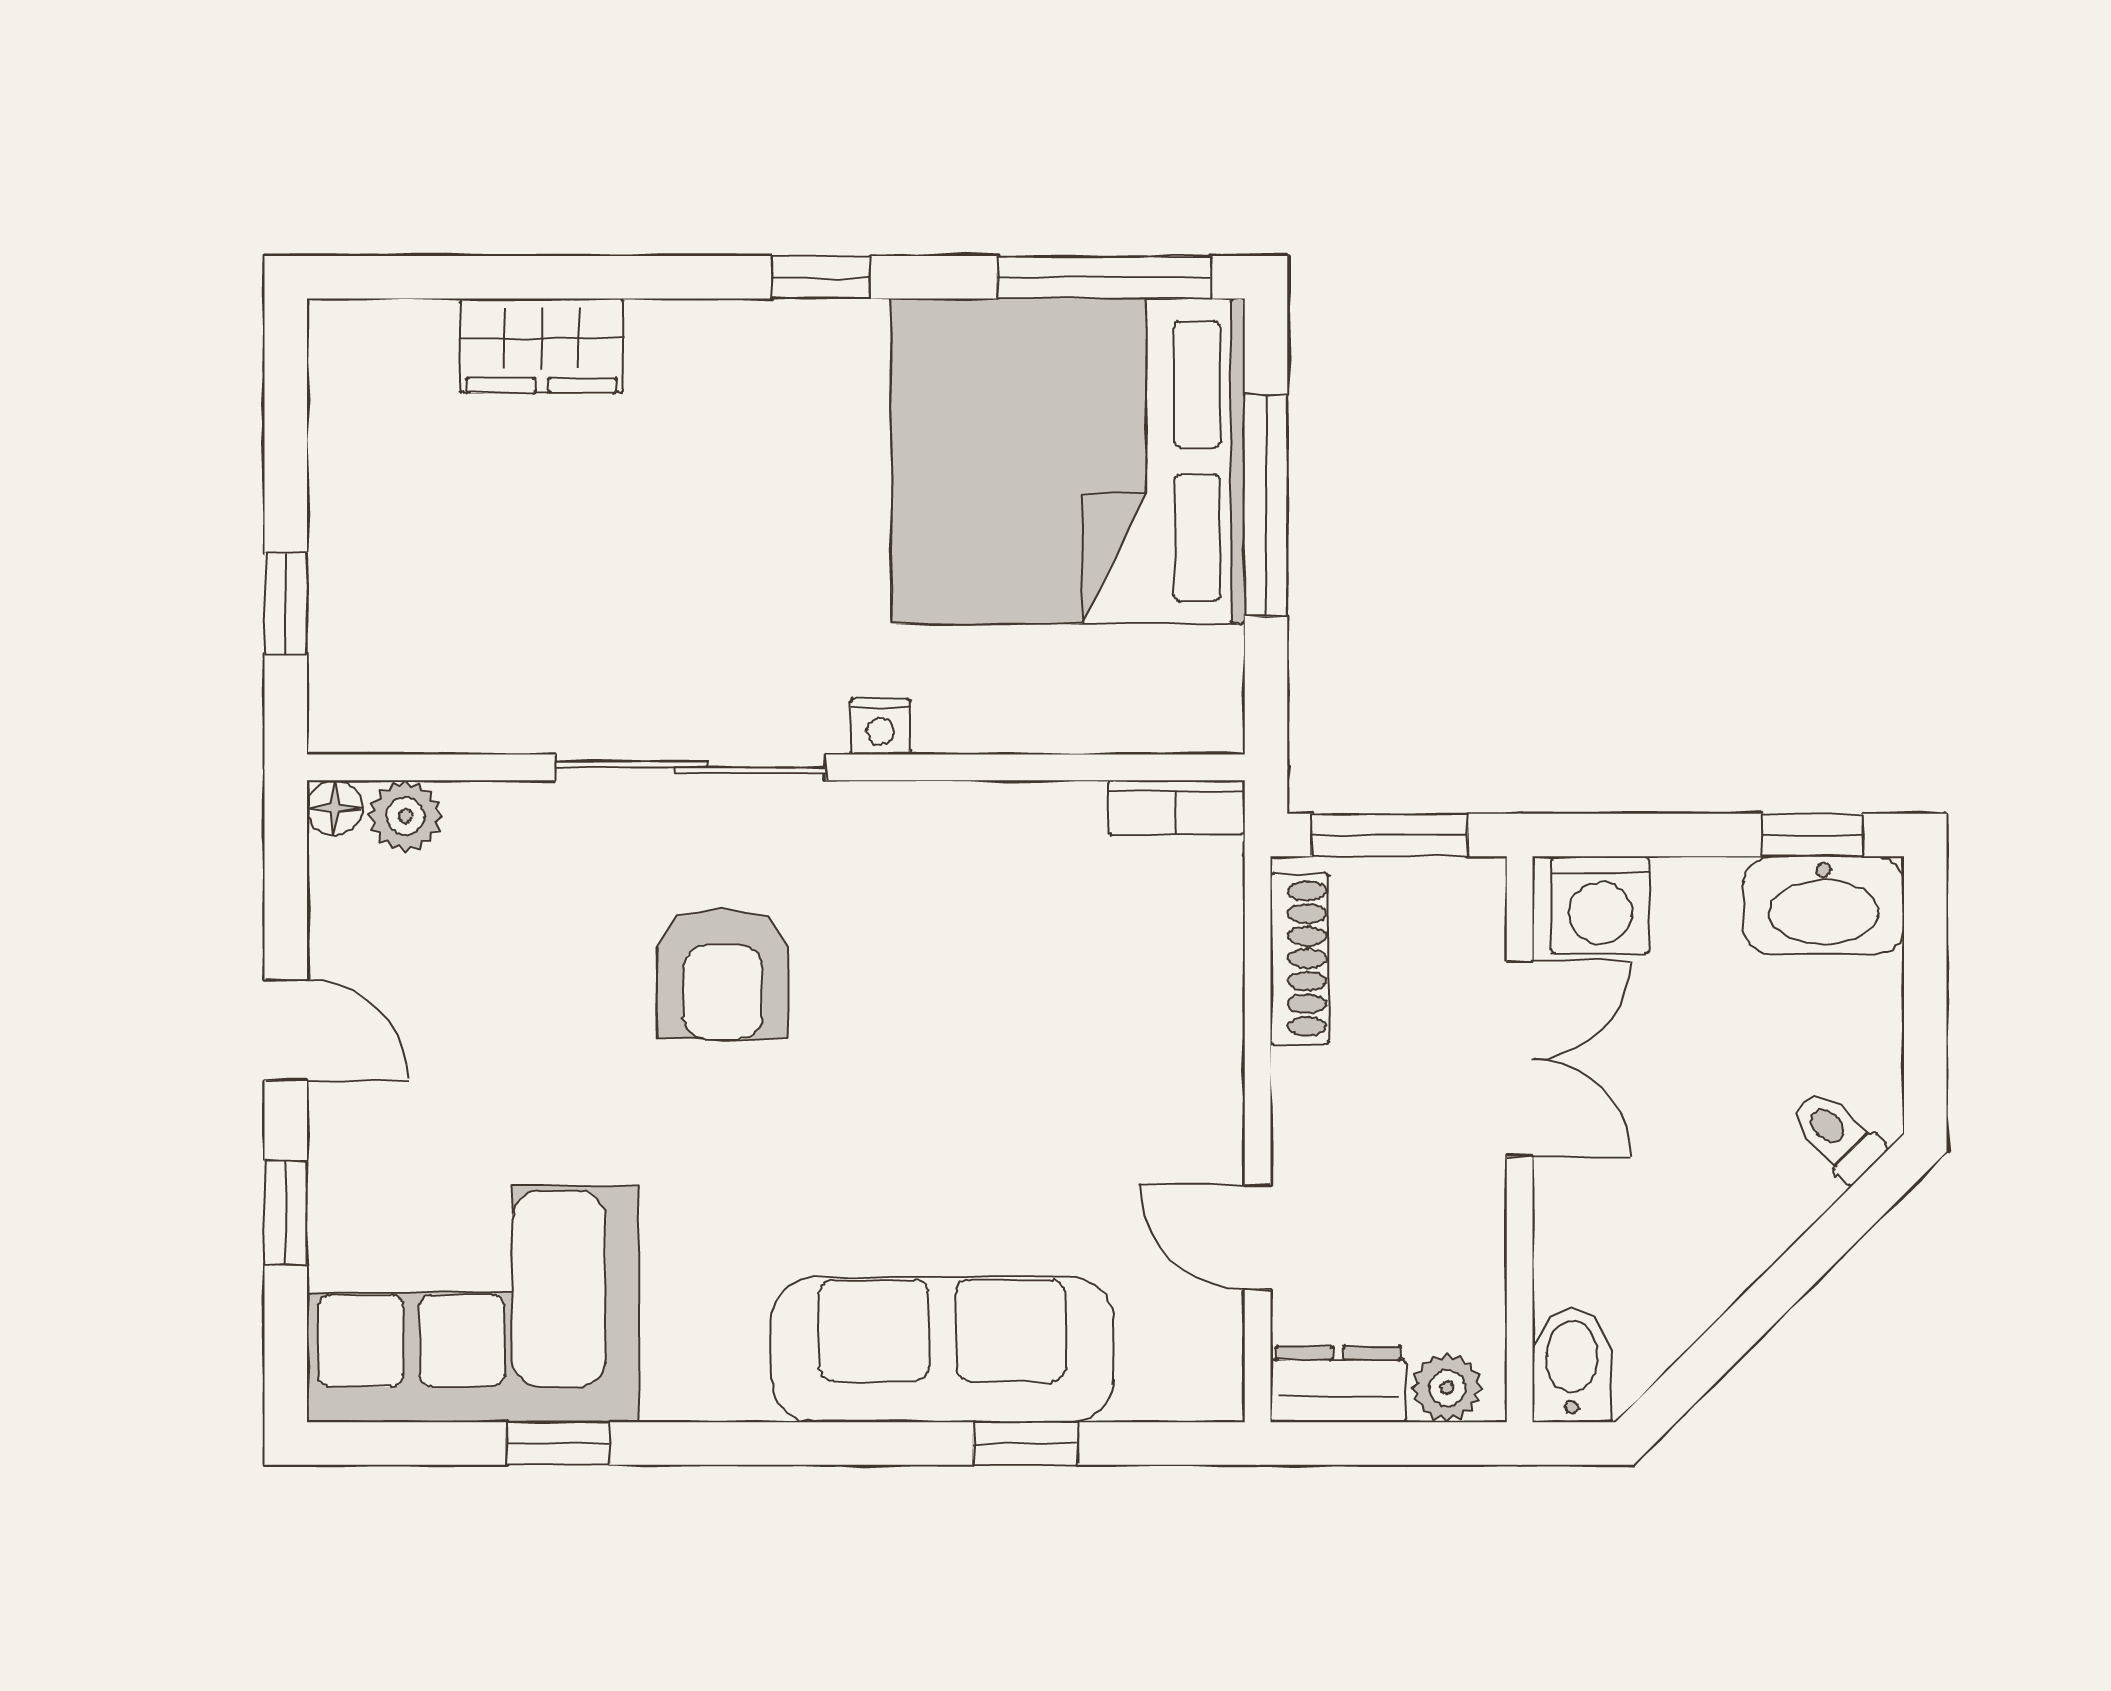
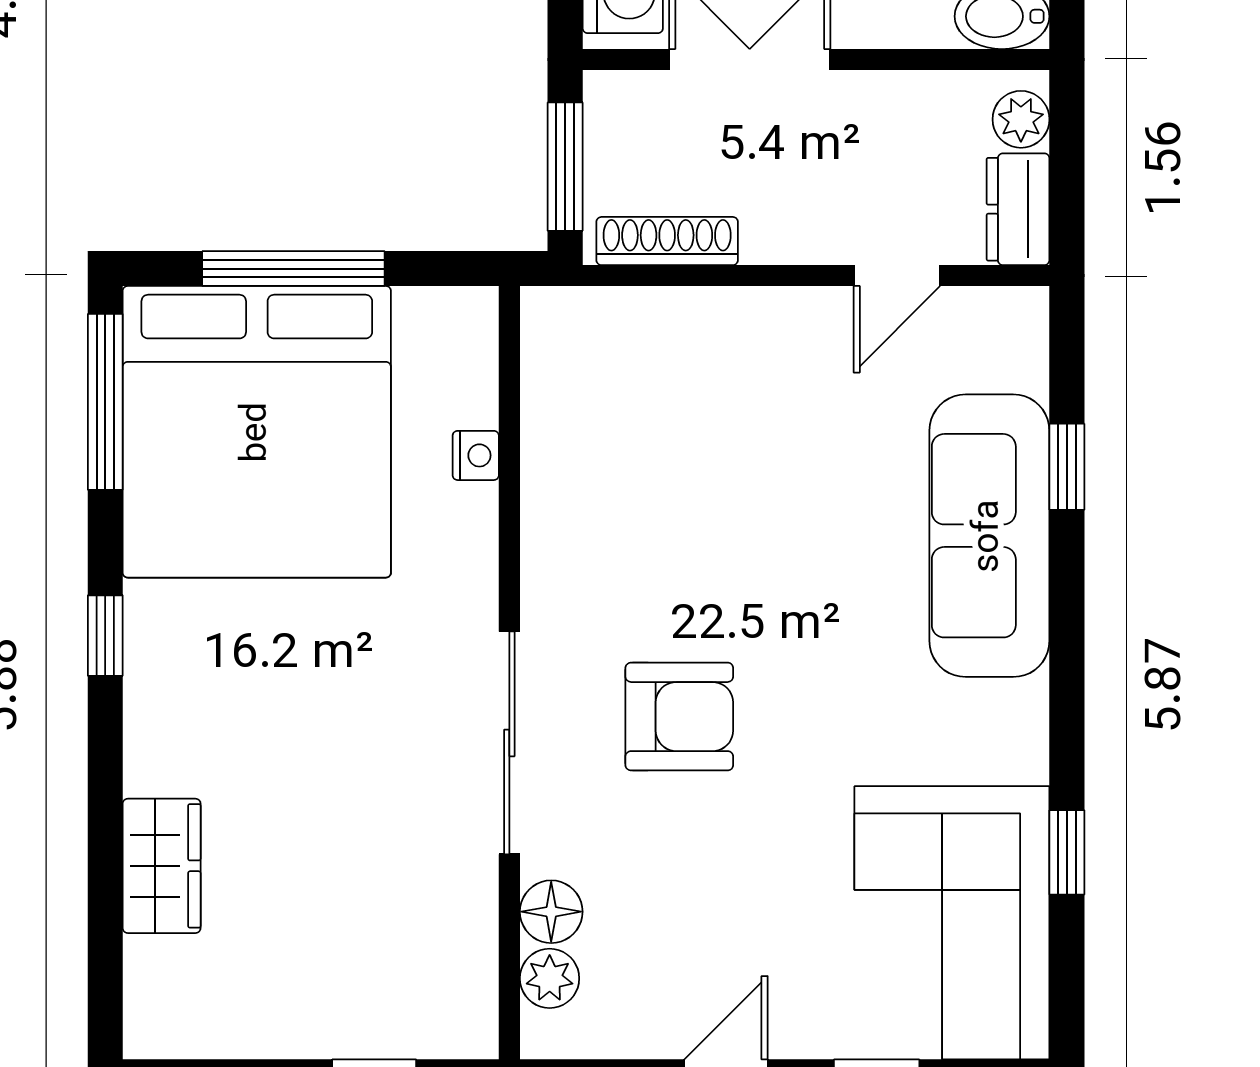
nightstand: (881, 727) -> (476, 455), moved
bookcase: (1177, 807) -> (542, 342), removed
floor lamp: (335, 808) -> (551, 912), moved, width x1.37, depth x1.37

